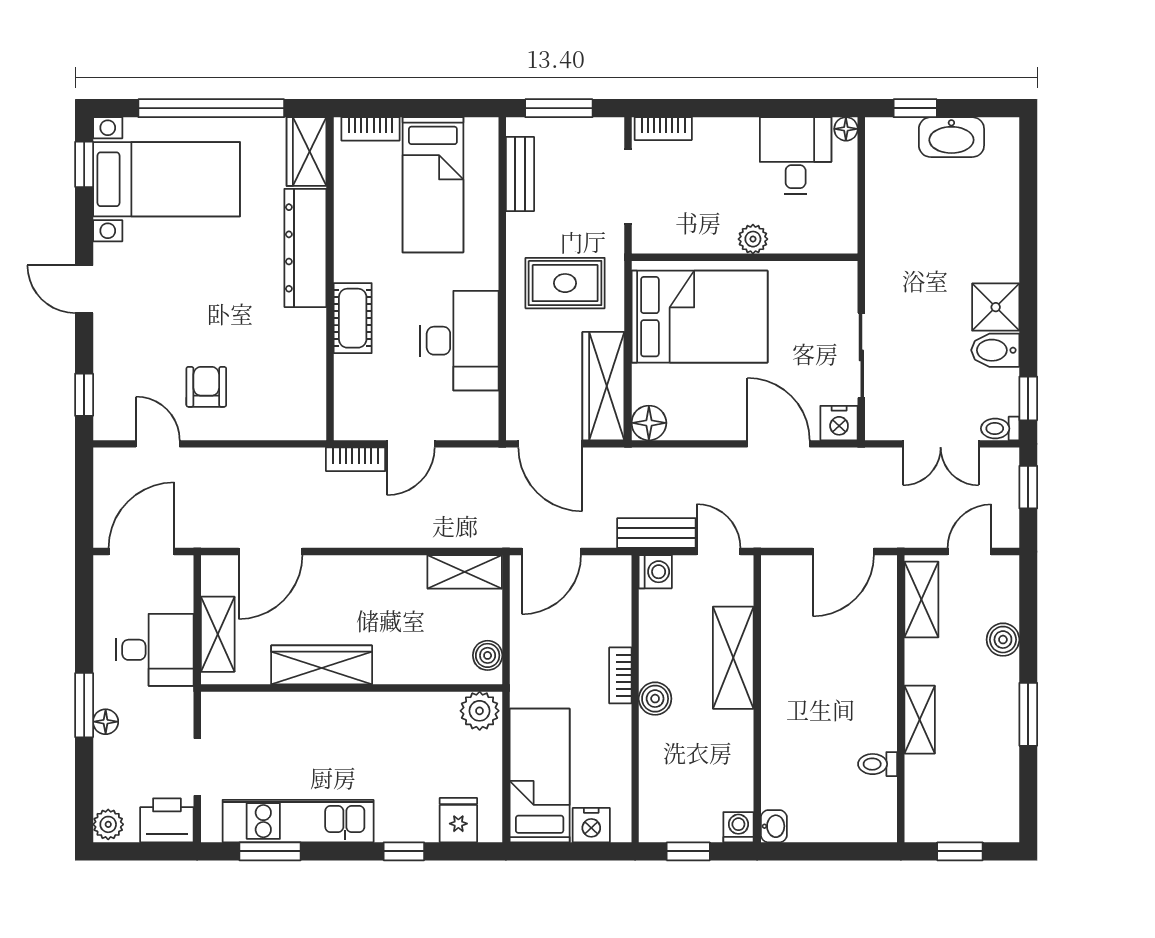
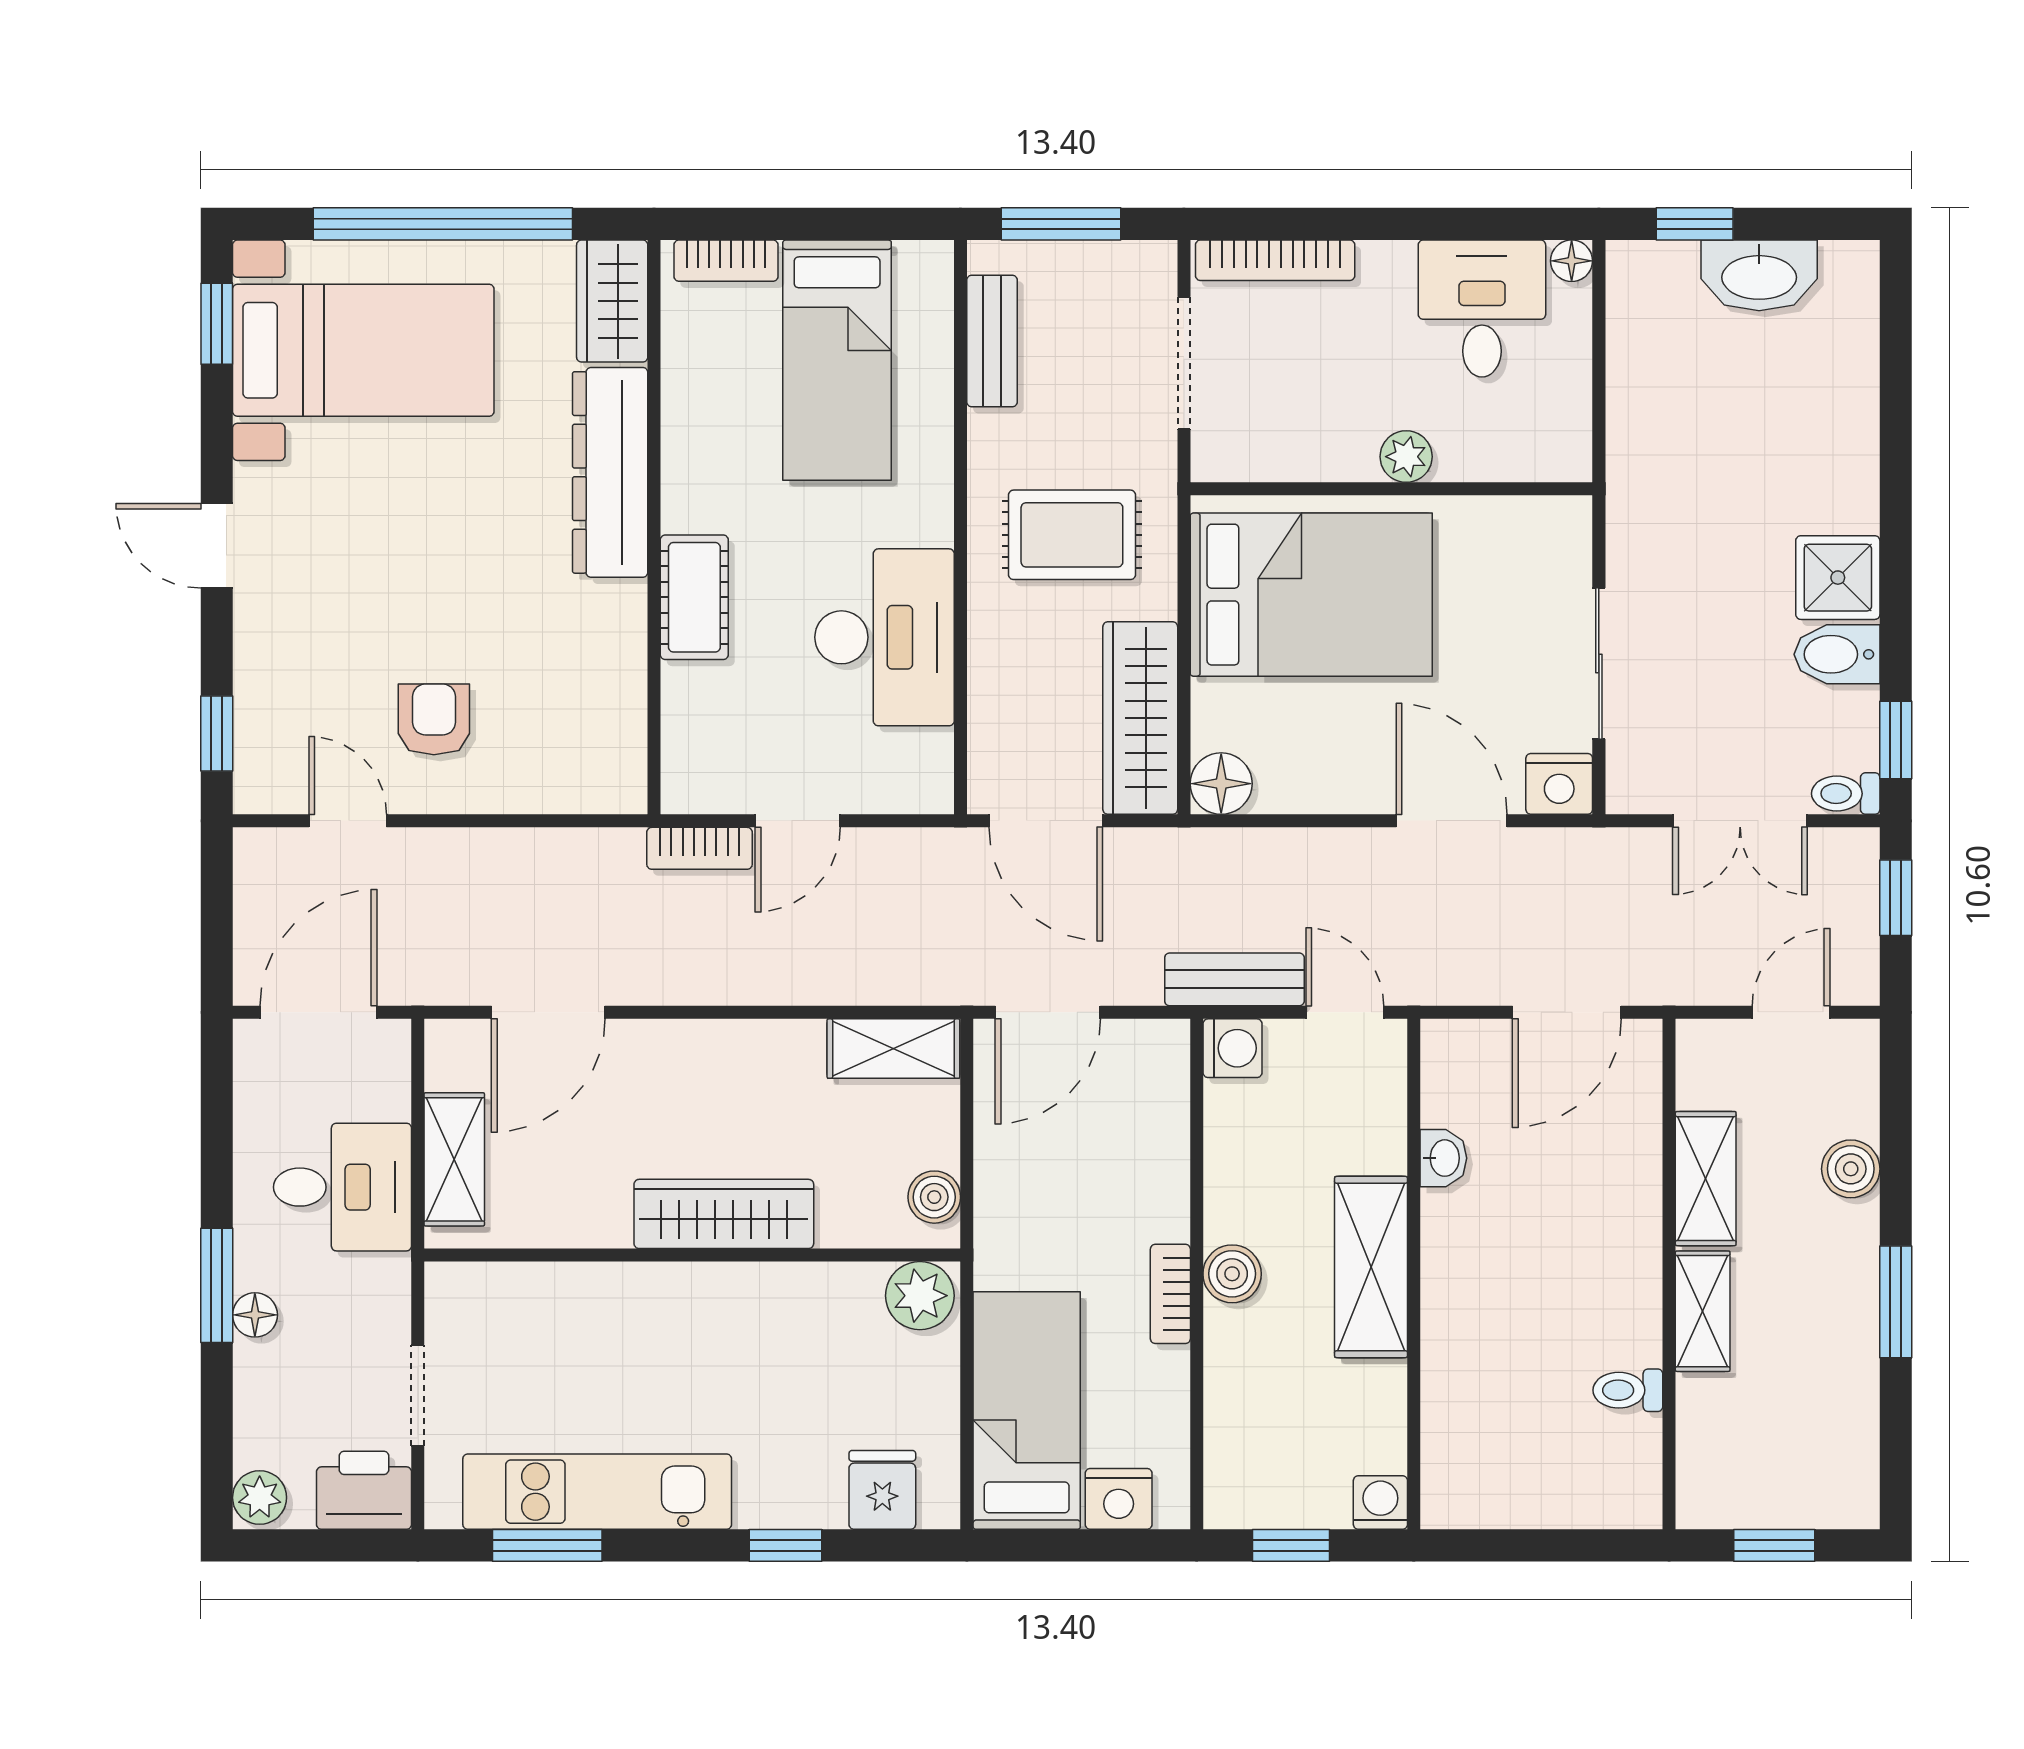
bookcase: (663, 129) -> (1275, 260), width x1.56
shelving: (921, 600) -> (1706, 1179), moved
shelving: (733, 658) -> (1371, 1267), moved
wardrobe: (322, 665) -> (724, 1214), moved
bookcase: (620, 675) -> (1170, 1294), moved
washbasin: (774, 826) -> (1443, 1158), moved

